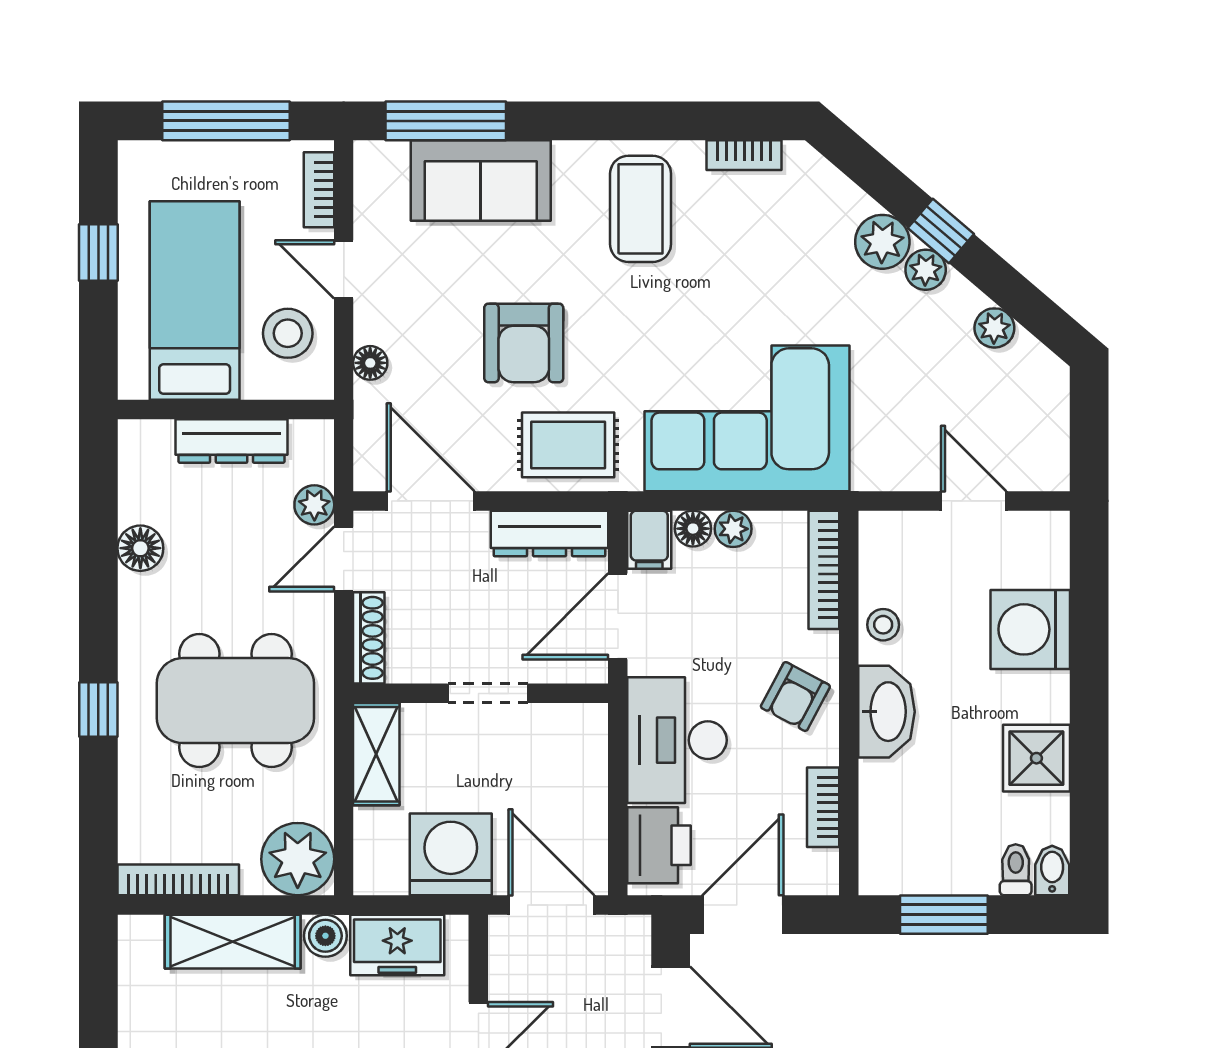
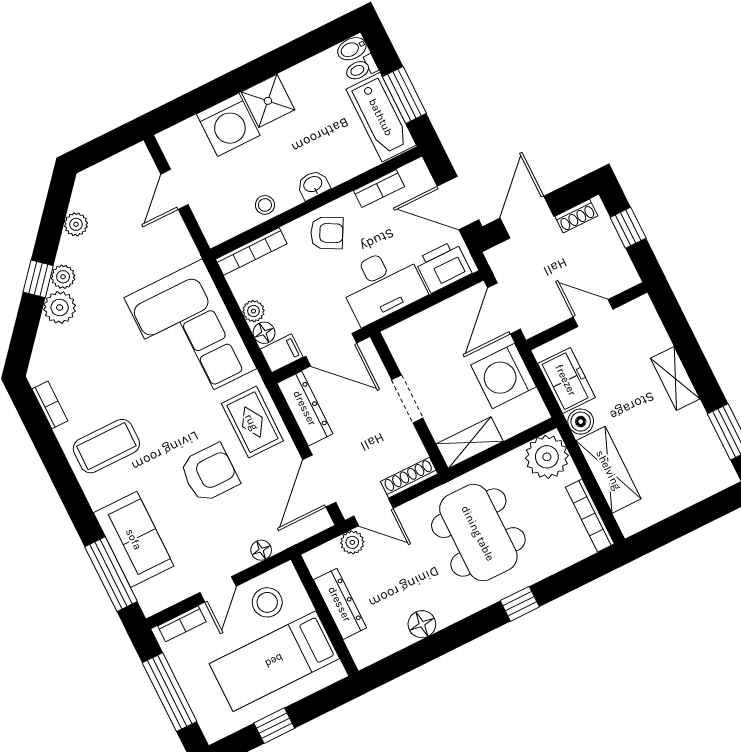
washbasin: (886, 712) -> (313, 185), width x0.52, depth x0.69
shower: (1036, 758) -> (268, 101), moved
bathtub: (928, 863) -> (381, 117), added

